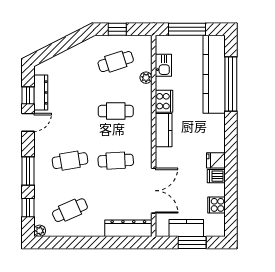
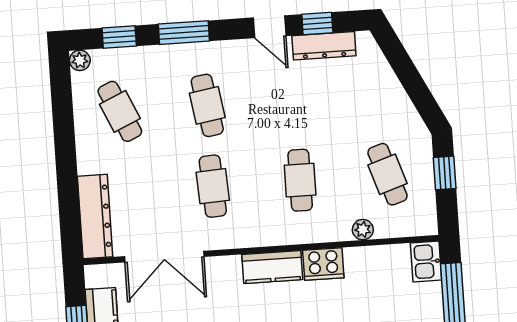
kitchen sink: (163, 65) -> (426, 262), moved, turned 90

